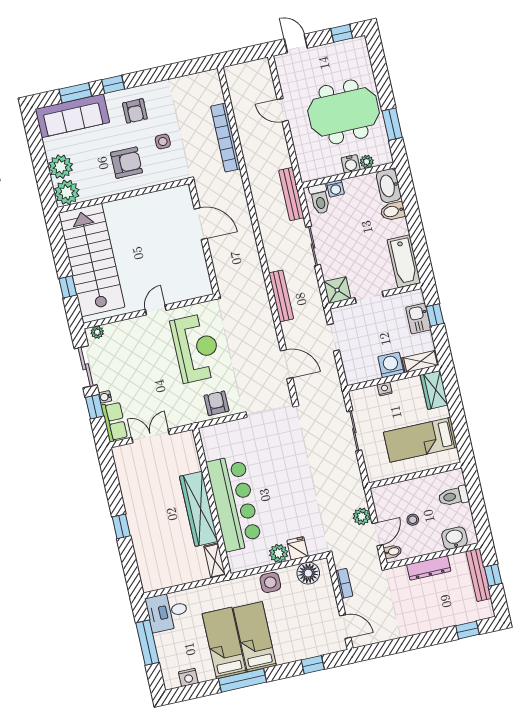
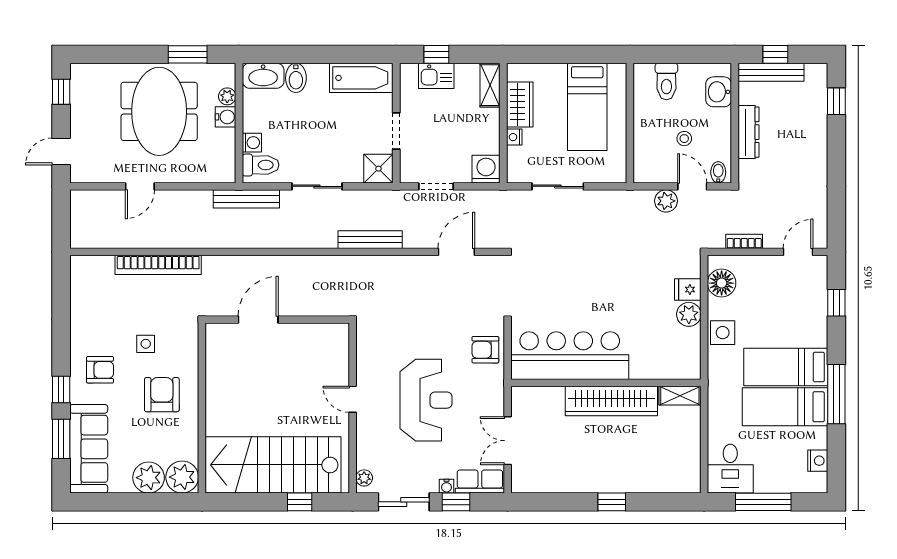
reception desk: (196, 348) -> (426, 400), moved, turned 90
washing machine: (391, 365) -> (486, 169), moved, turned 90
wardrobe: (434, 390) -> (520, 105), moved, turned -90
bar counter: (234, 503) -> (570, 356), moved

